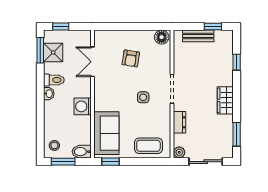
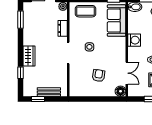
floor lamp: (162, 37) -> (120, 91), moved
wardrobe: (225, 100) -> (29, 56), moved

